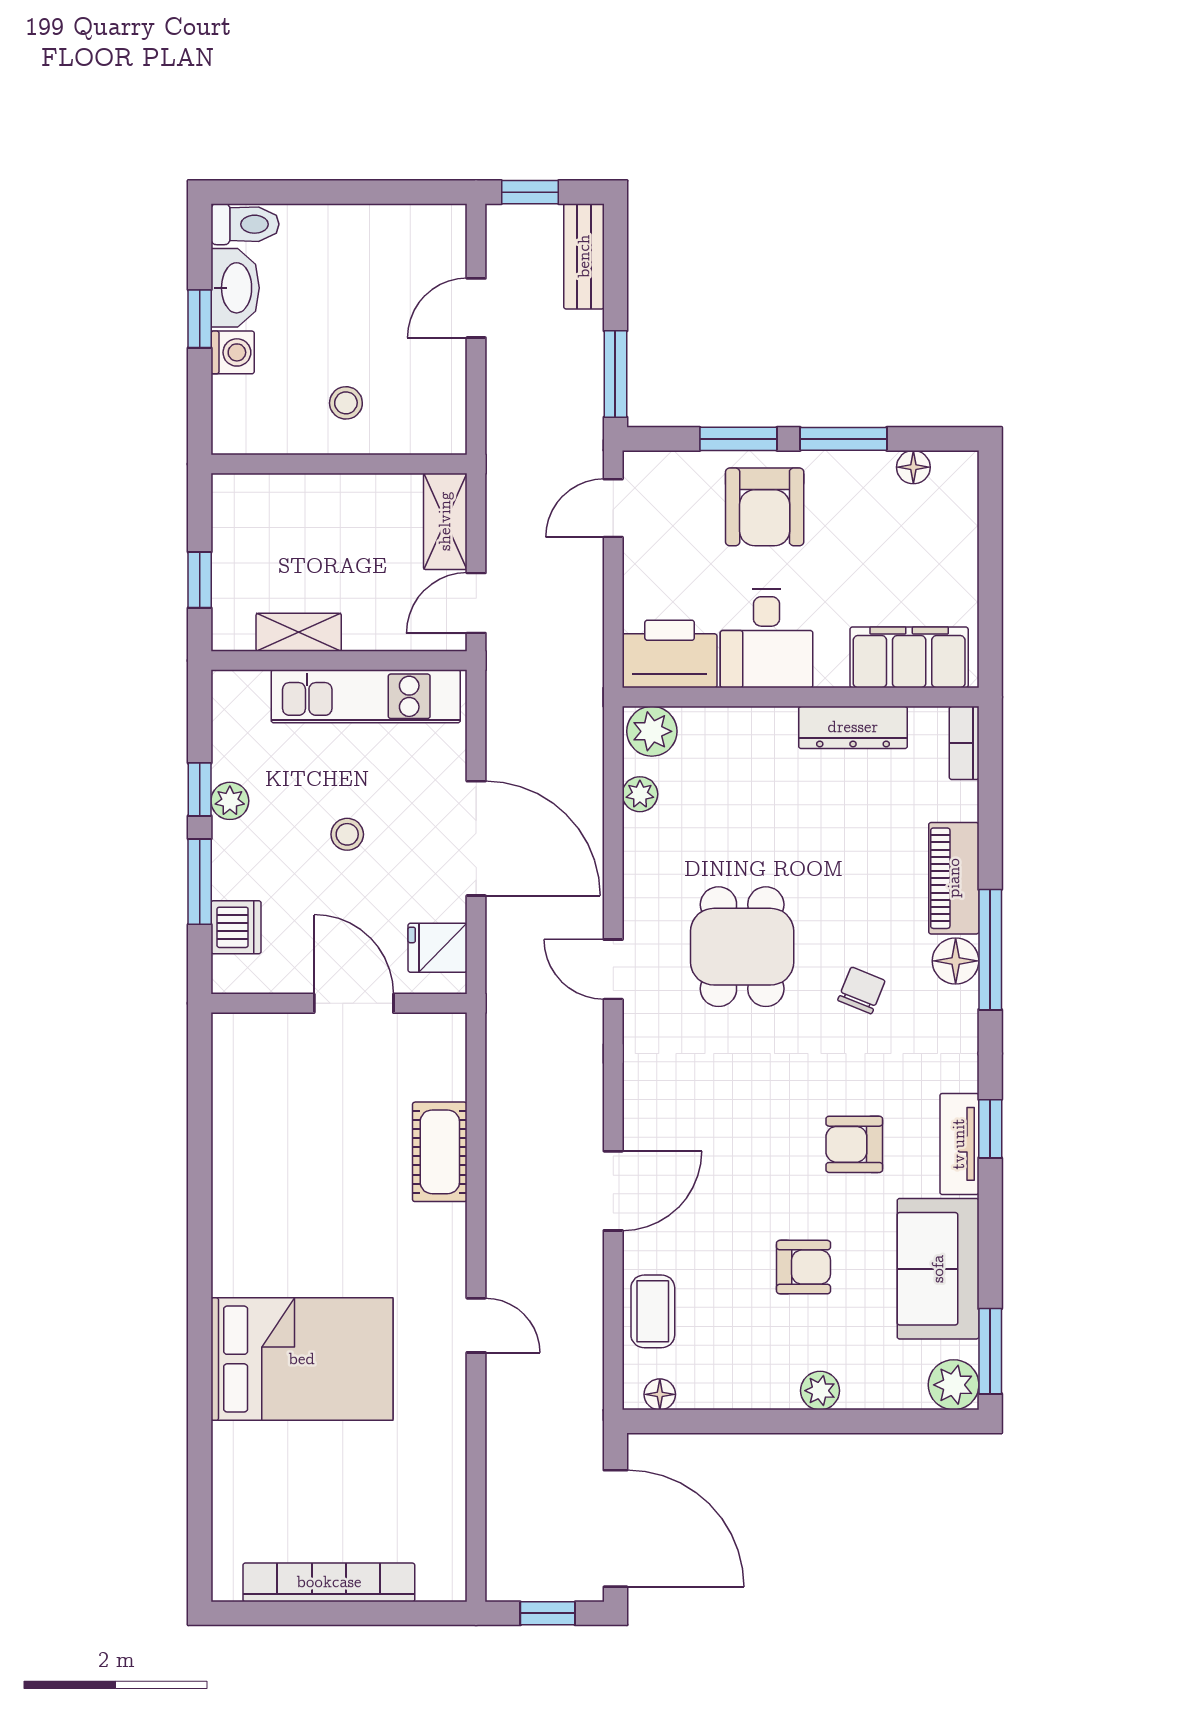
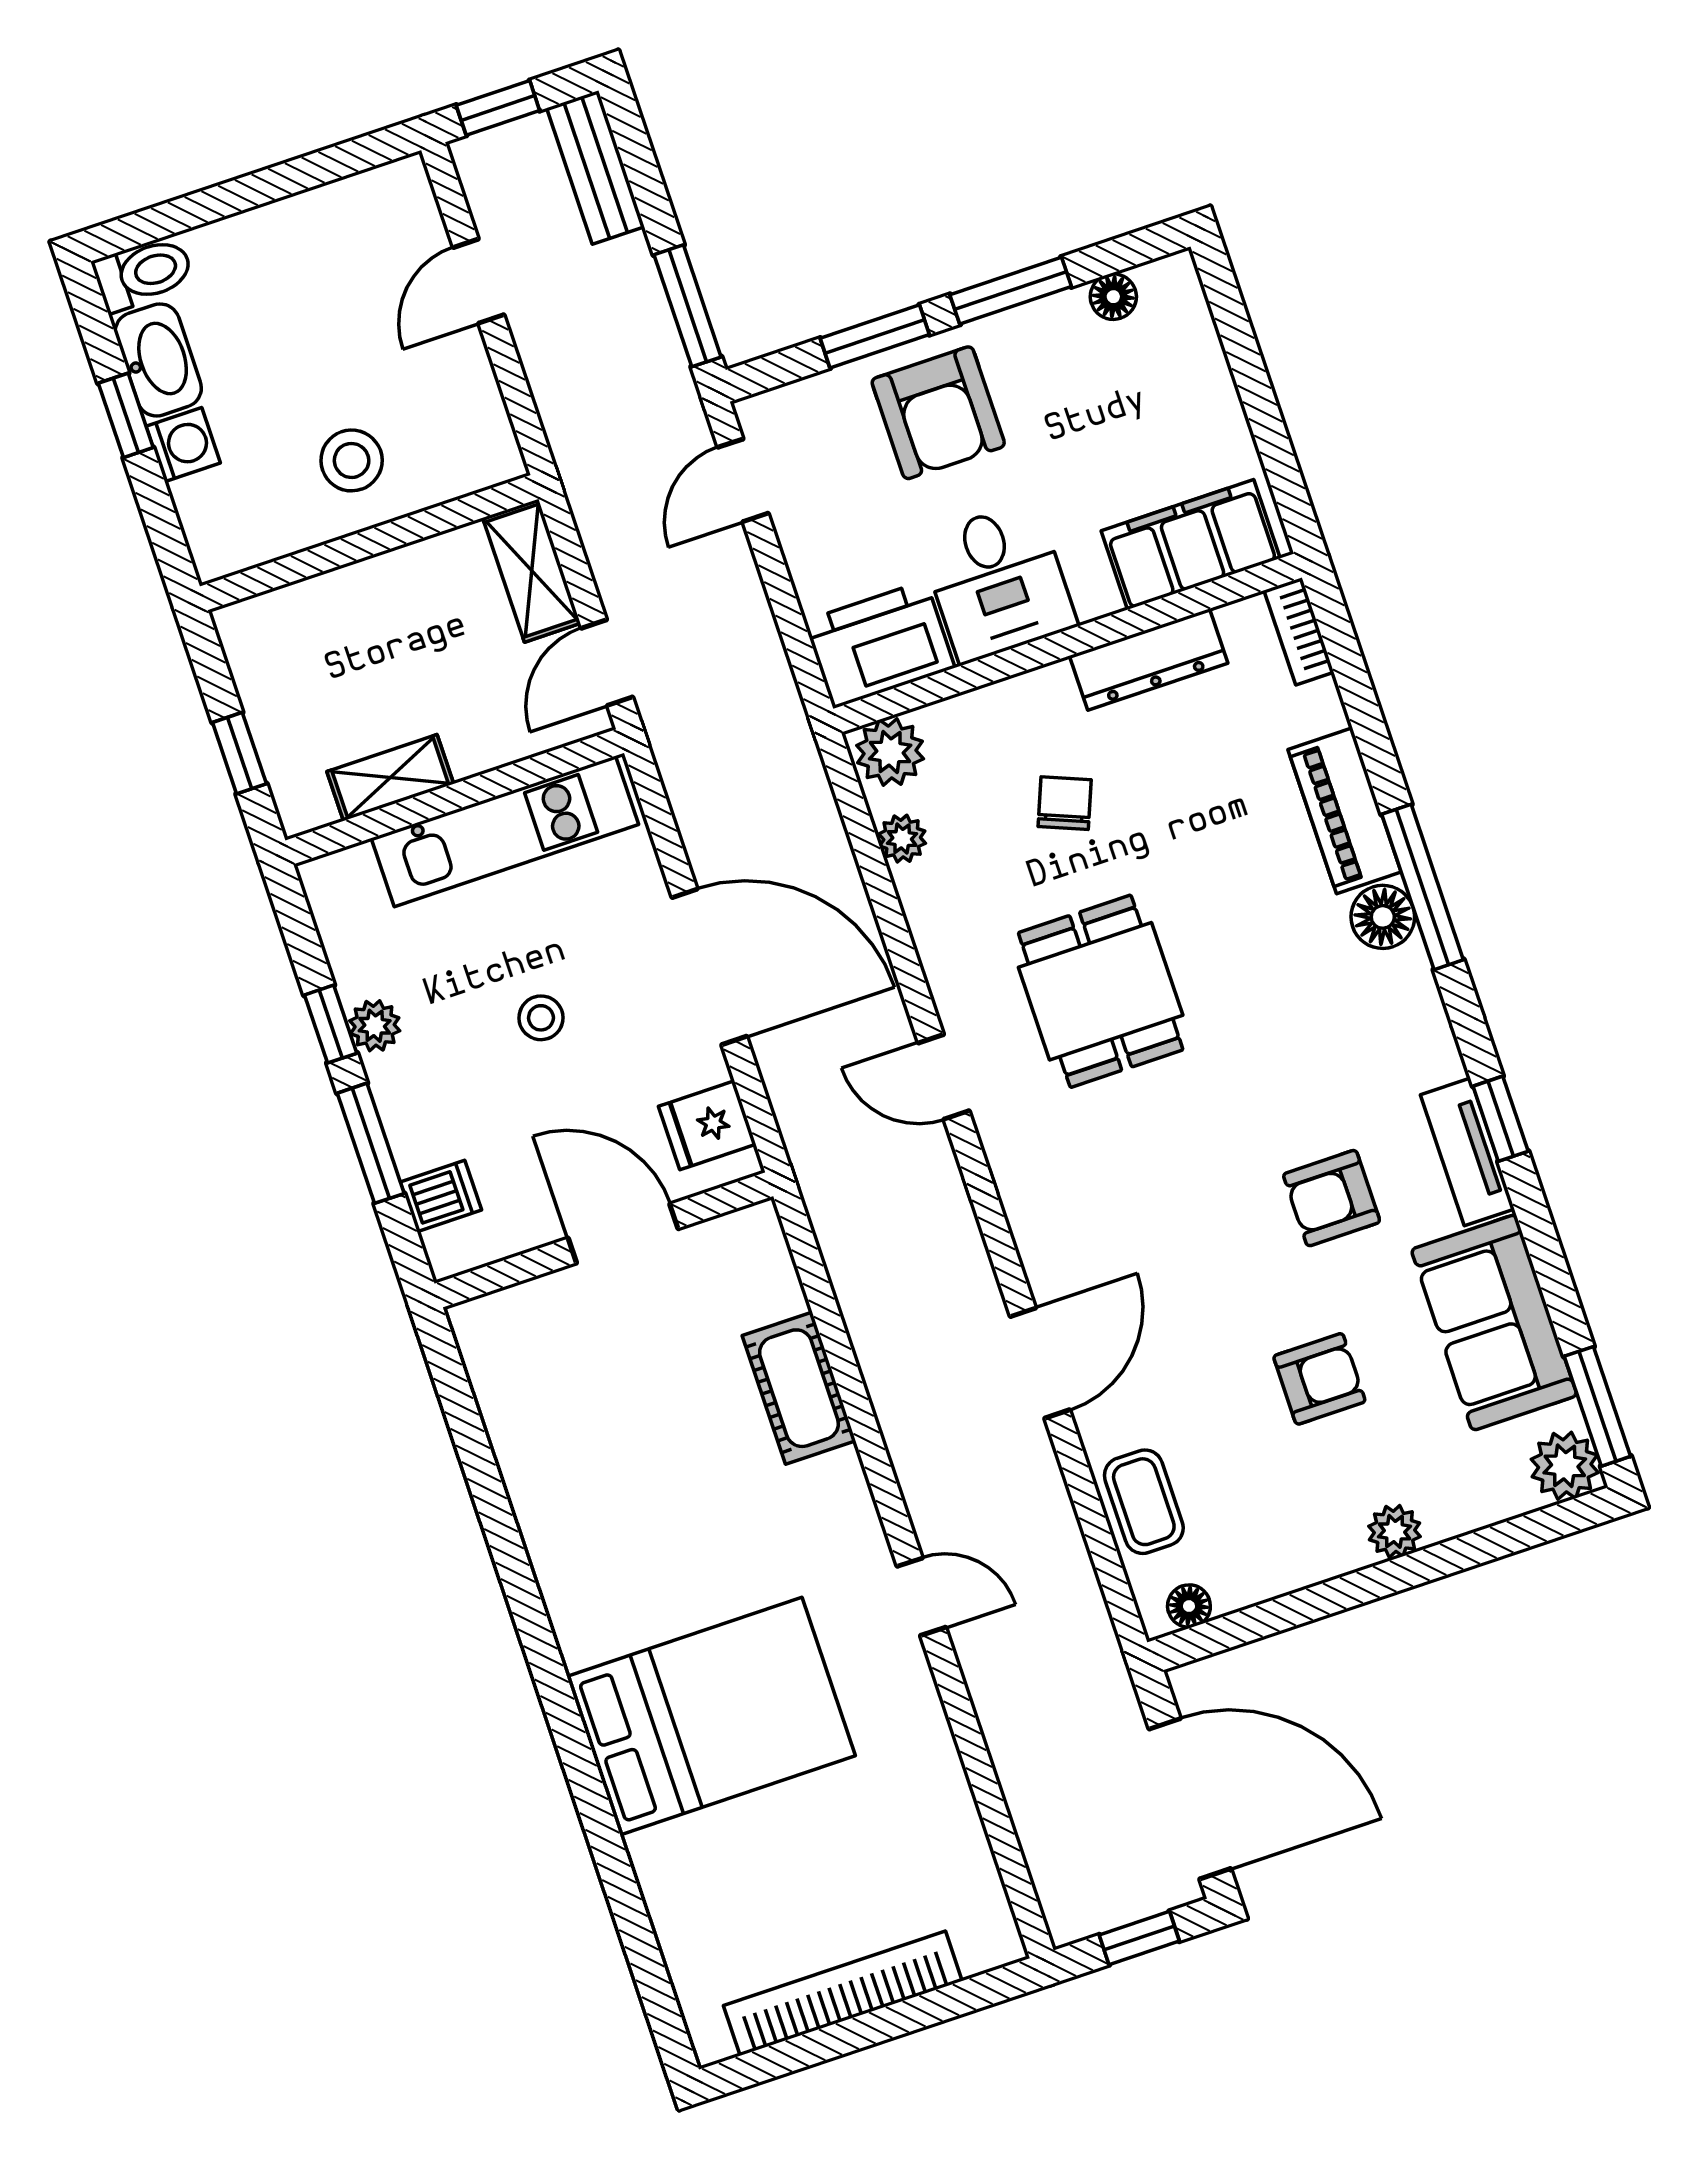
stool: (346, 403) -> (352, 460), width x1.37, depth x1.37
dishwasher: (236, 927) -> (441, 1196), width x0.73
chair: (861, 990) -> (1065, 803), moved

